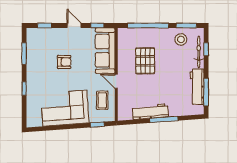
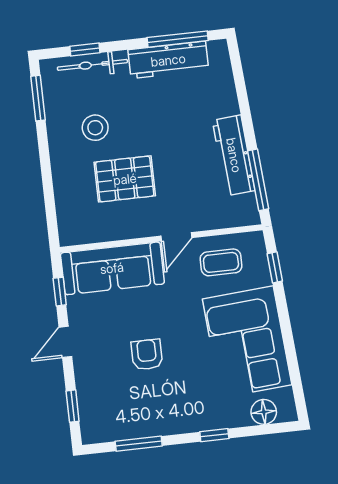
window: (148, 25) -> (47, 181), removed
stool: (181, 39) -> (95, 128), moved
floor lamp: (32, 112) -> (264, 412), added
window: (164, 120) -> (258, 180), moved

